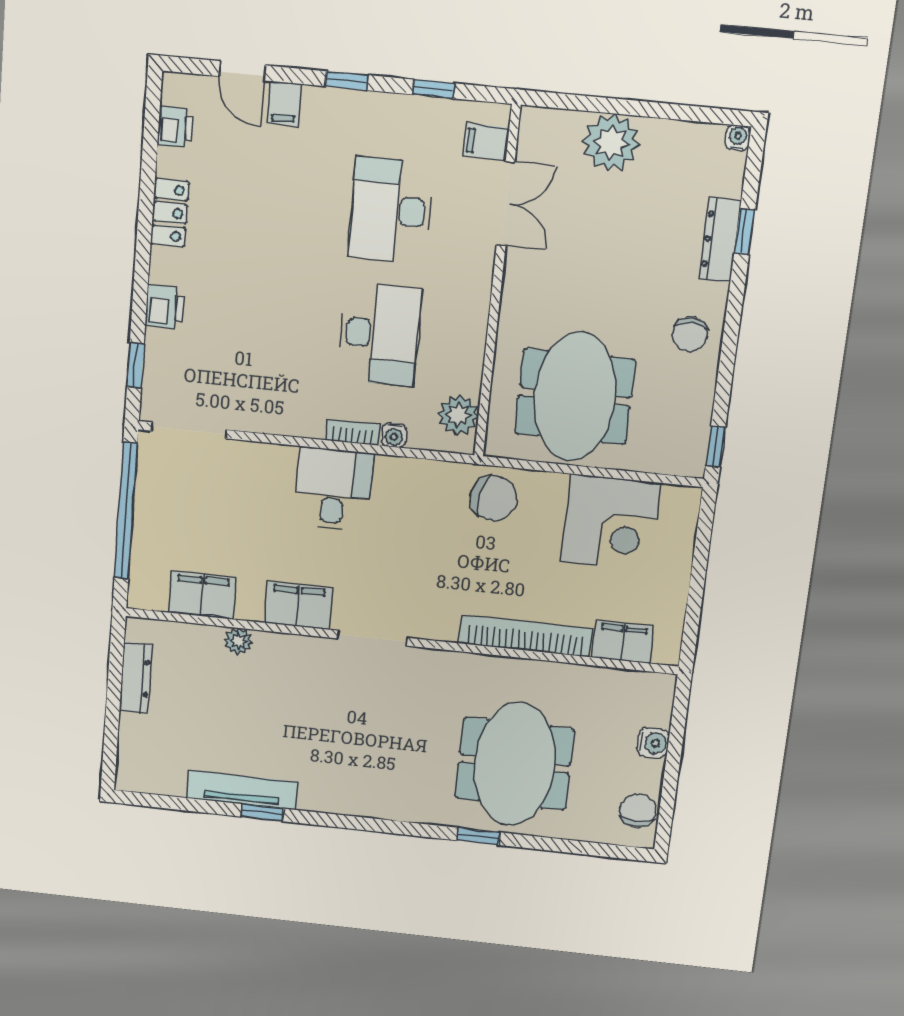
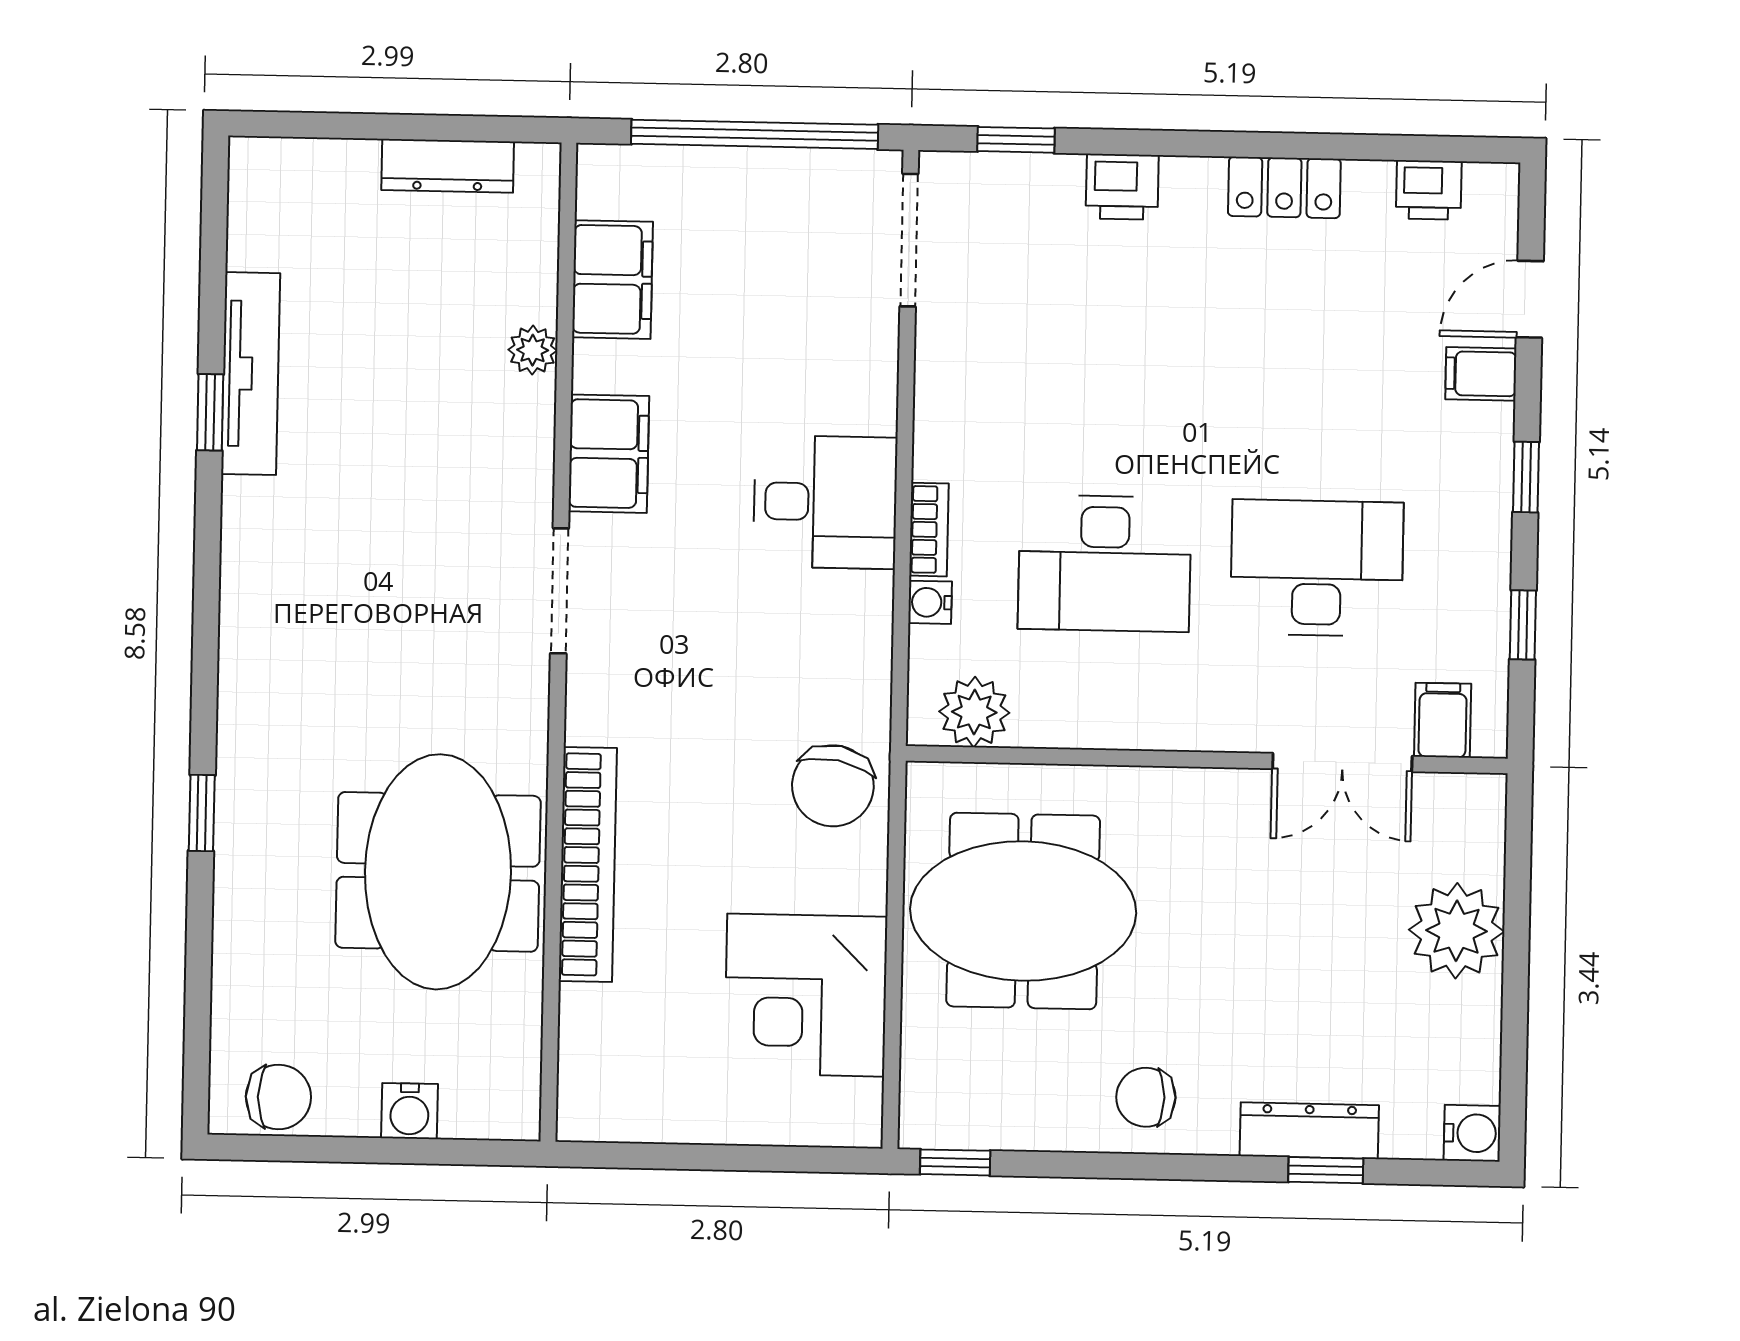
water cooler: (738, 138) -> (1472, 1133), width x1.38, depth x1.38
filing cabinet: (623, 642) -> (592, 1038), removed
meeting table: (515, 764) -> (438, 872), moved, turned 90

